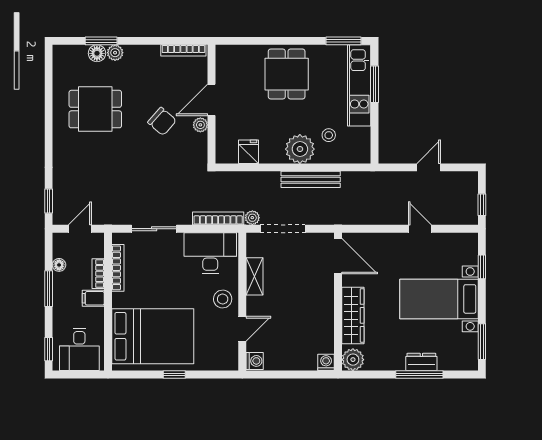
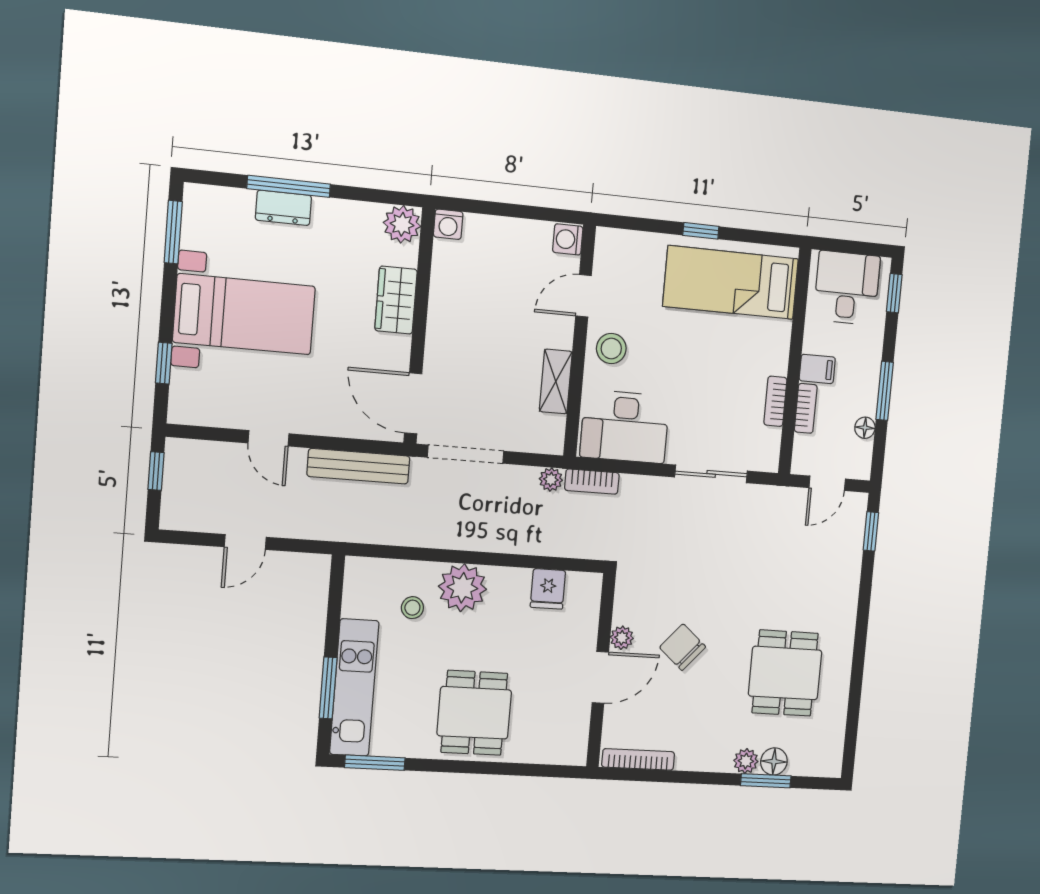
dining table: (95, 109) -> (785, 673), turned 90
bench: (311, 179) -> (358, 466), moved
bookcase: (218, 218) -> (592, 482), width x0.64
doorway: (283, 229) -> (466, 454), moved
bookcase: (118, 268) -> (775, 401), width x0.64
wardrobe: (353, 315) -> (396, 300), width x0.67
bed: (153, 336) -> (731, 283), width x0.67

